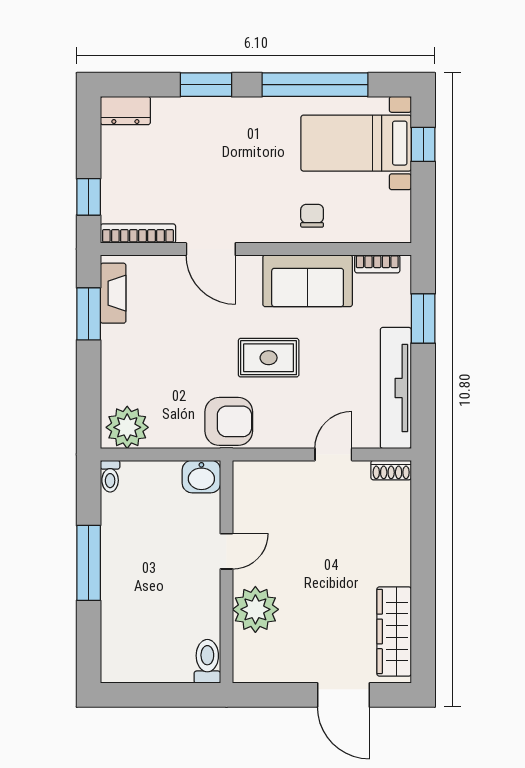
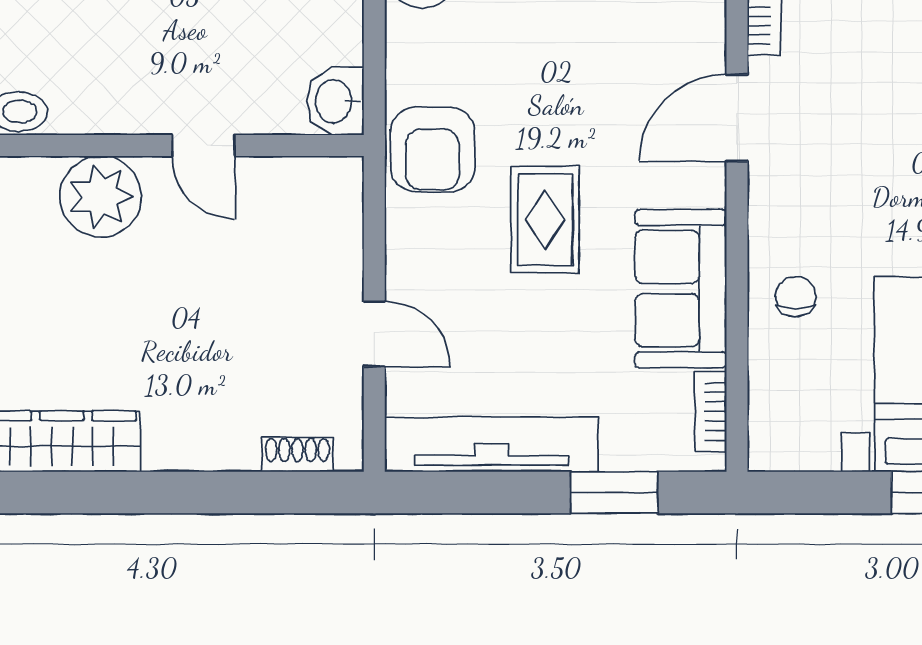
chair: (312, 216) -> (796, 297), turned -90
shoe rack: (391, 470) -> (297, 454), moved, turned 90

